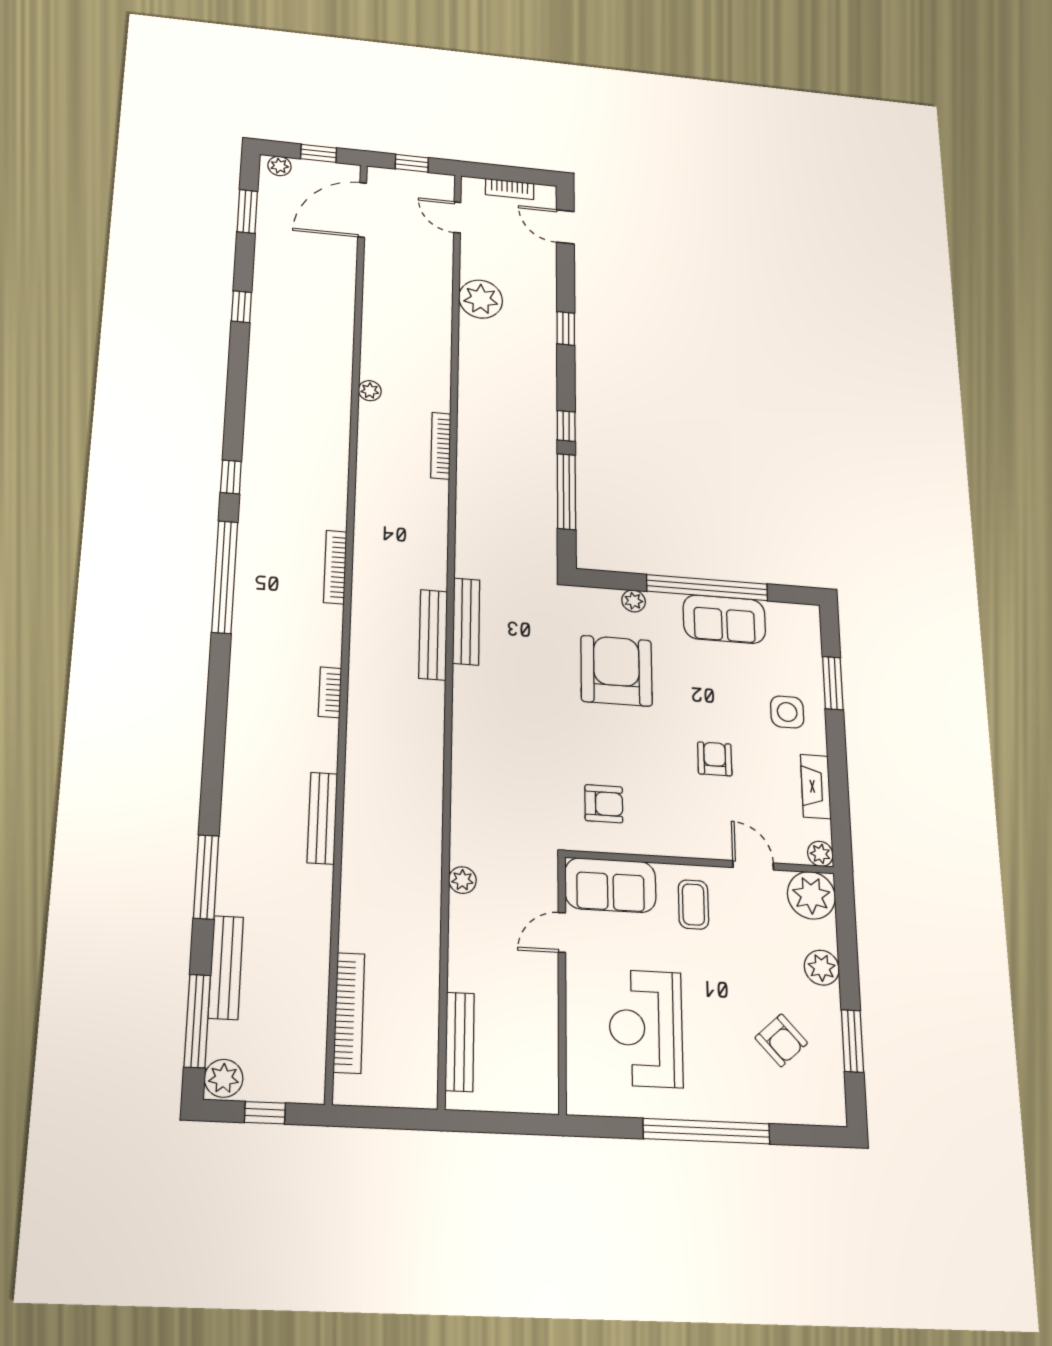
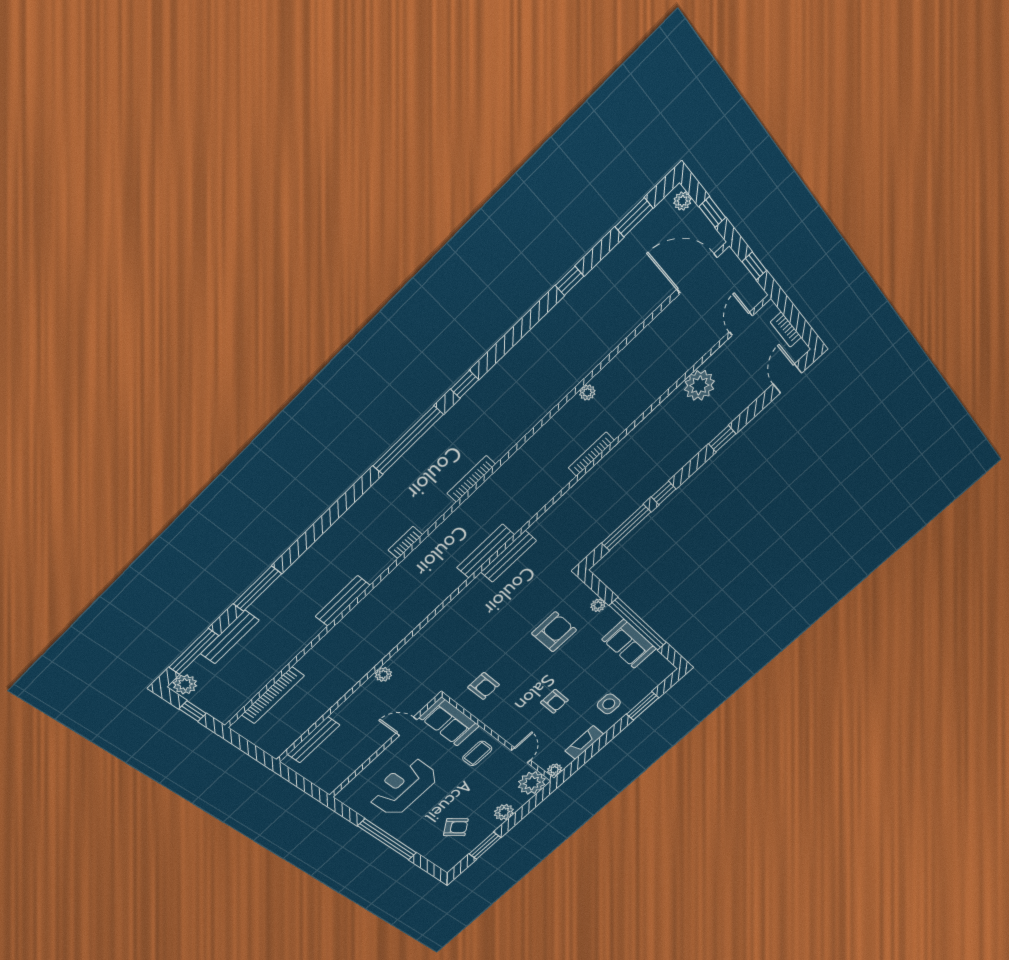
armchair: (616, 671) -> (554, 632), width x0.73, depth x0.73
armchair: (715, 759) -> (554, 701), turned 90
armchair: (781, 1040) -> (456, 827), turned -84

